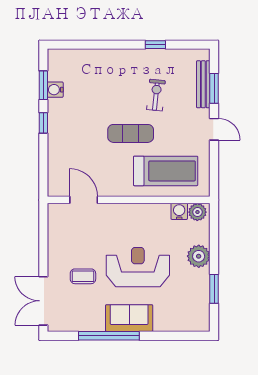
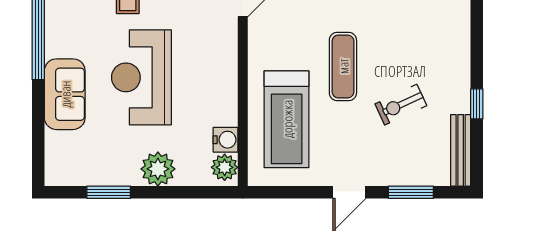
bench: (203, 84) -> (461, 150), moved, turned 90
exercise bike: (156, 95) -> (401, 105), turned 149
reception desk: (138, 267) -> (141, 77), turned 180
sofa: (129, 318) -> (65, 94), moved

